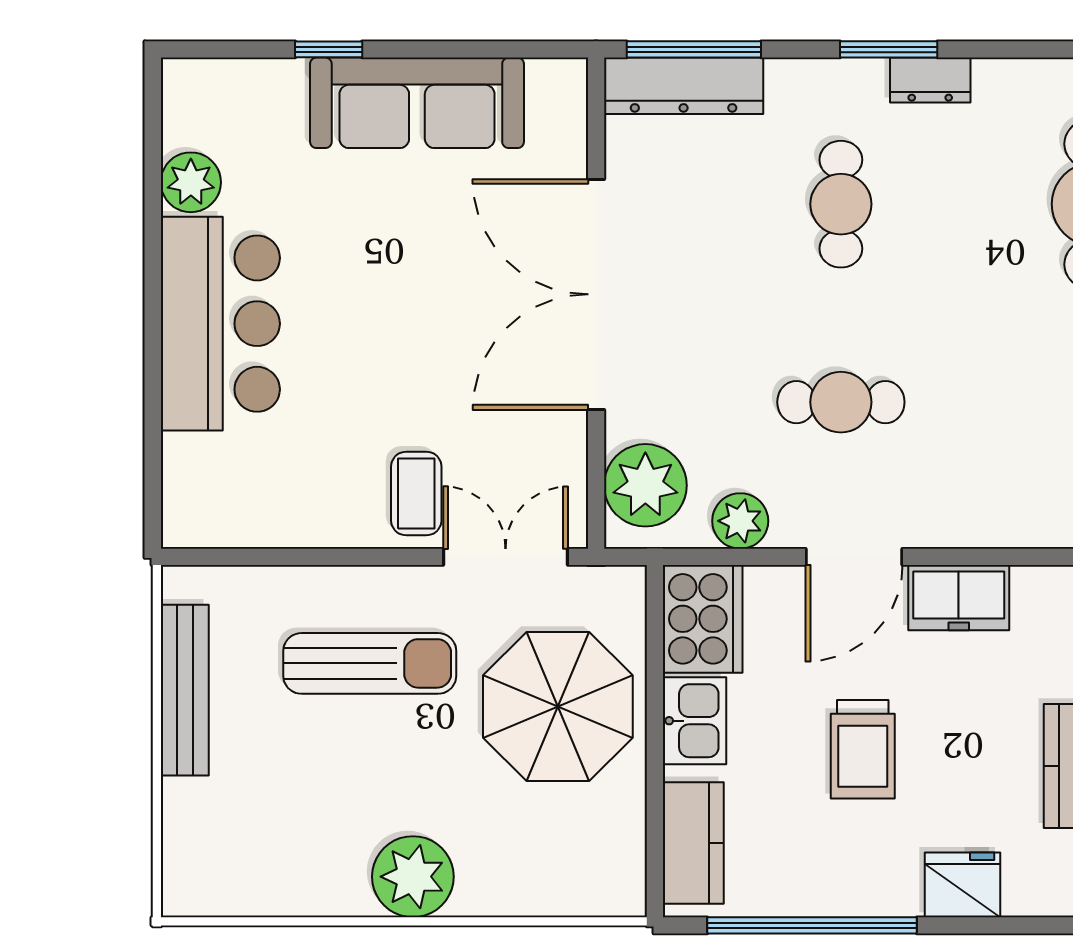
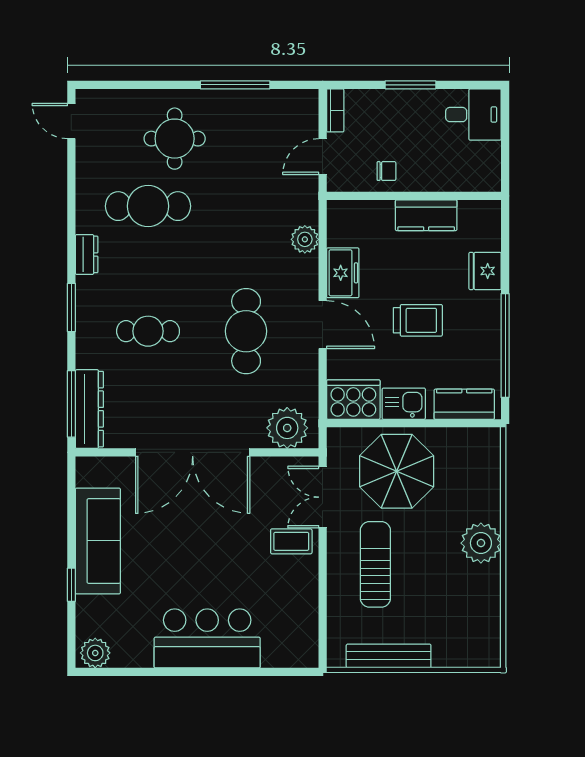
dresser: (930, 80) -> (87, 254), moved
plant: (191, 182) -> (95, 653), moved
cafe table: (841, 402) -> (246, 331), width x1.37, depth x1.35
plant: (740, 521) -> (305, 239), moved

